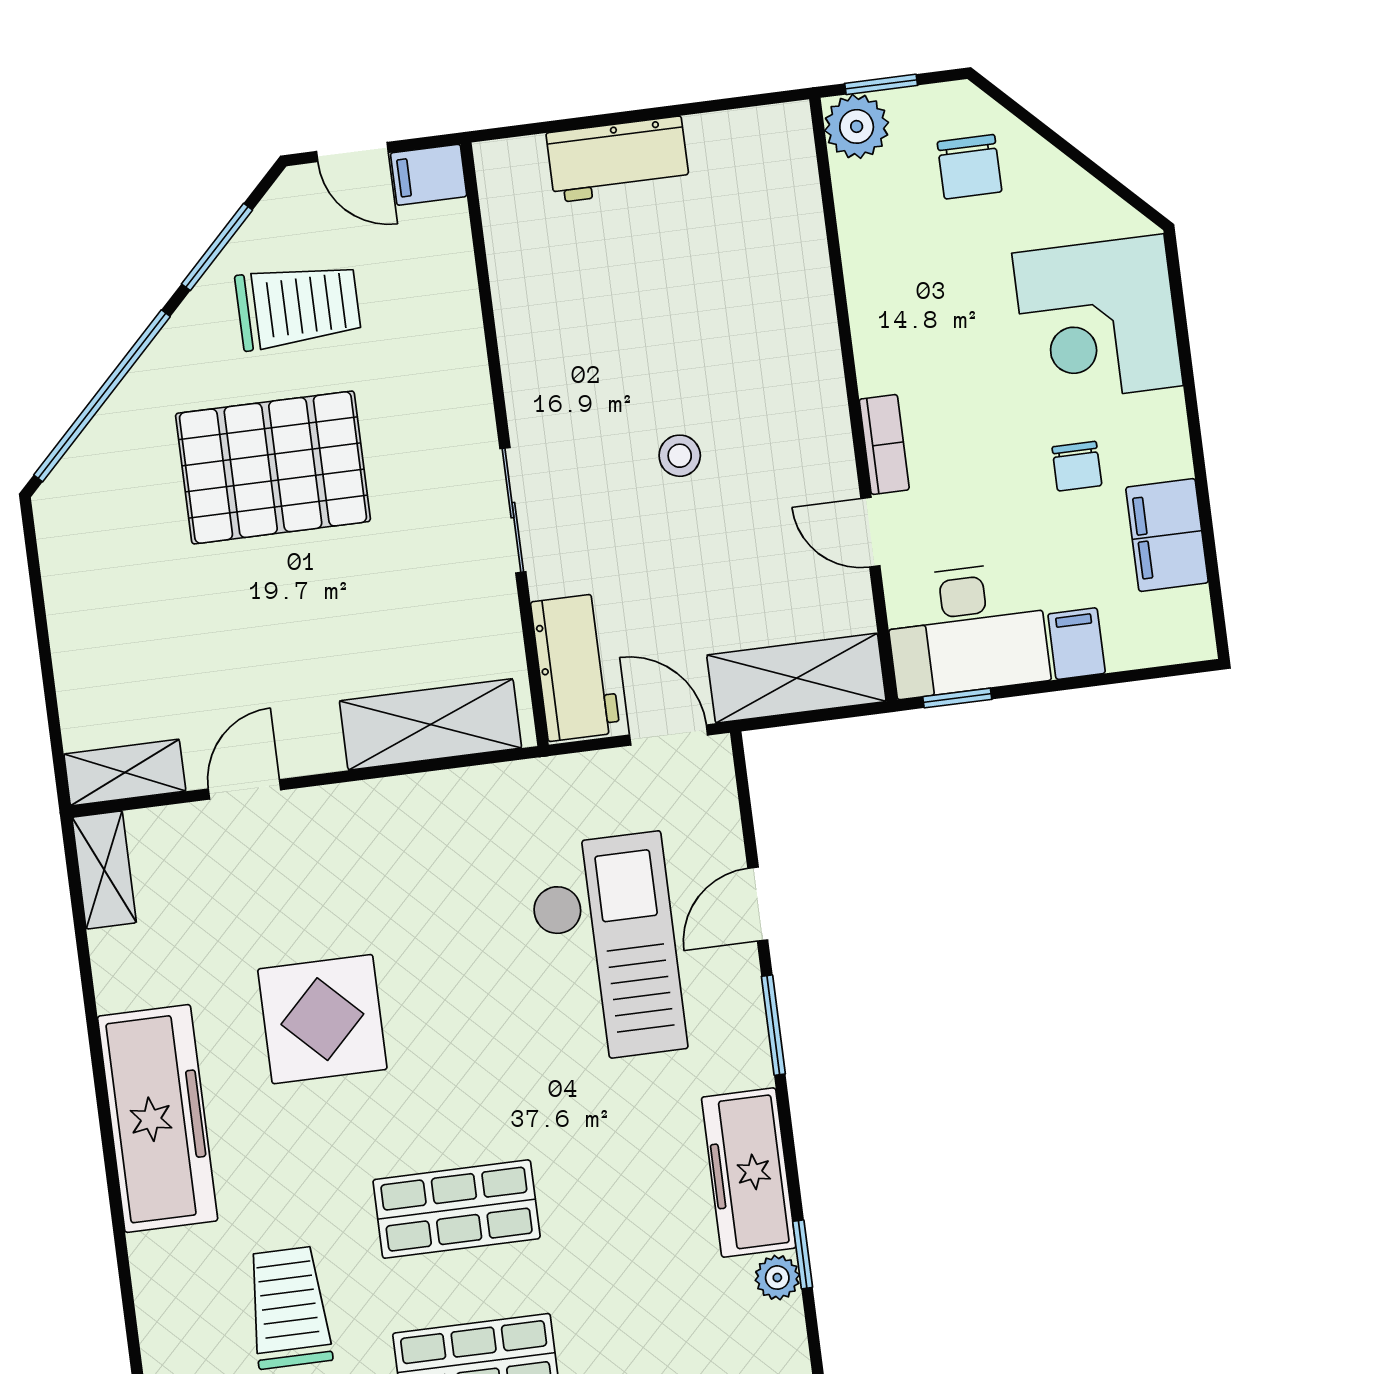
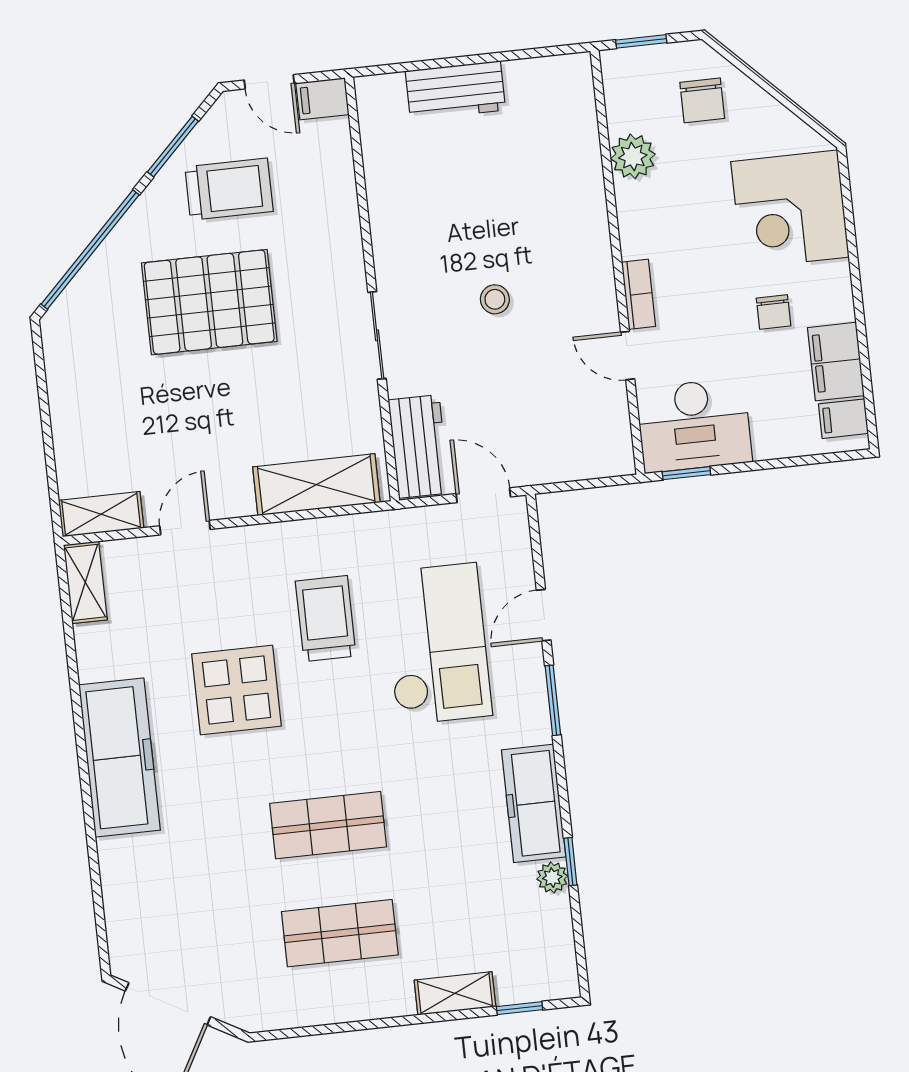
plant: (857, 126) -> (633, 156), moved
filing cabinet: (1077, 644) -> (843, 419), moved, turned -90
shelving: (796, 678) -> (574, 457), removed
trolley: (289, 1308) -> (326, 619), moved

